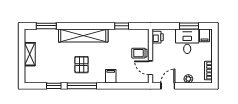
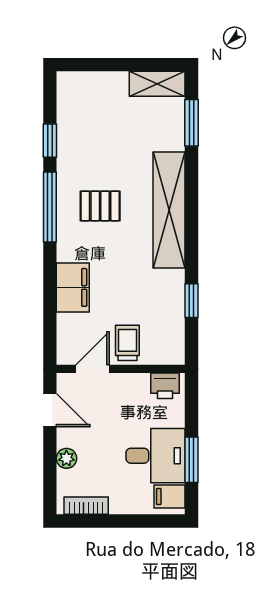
shelving: (30, 54) -> (157, 84), moved
filing cabinet: (111, 76) -> (73, 287), width x2.00

